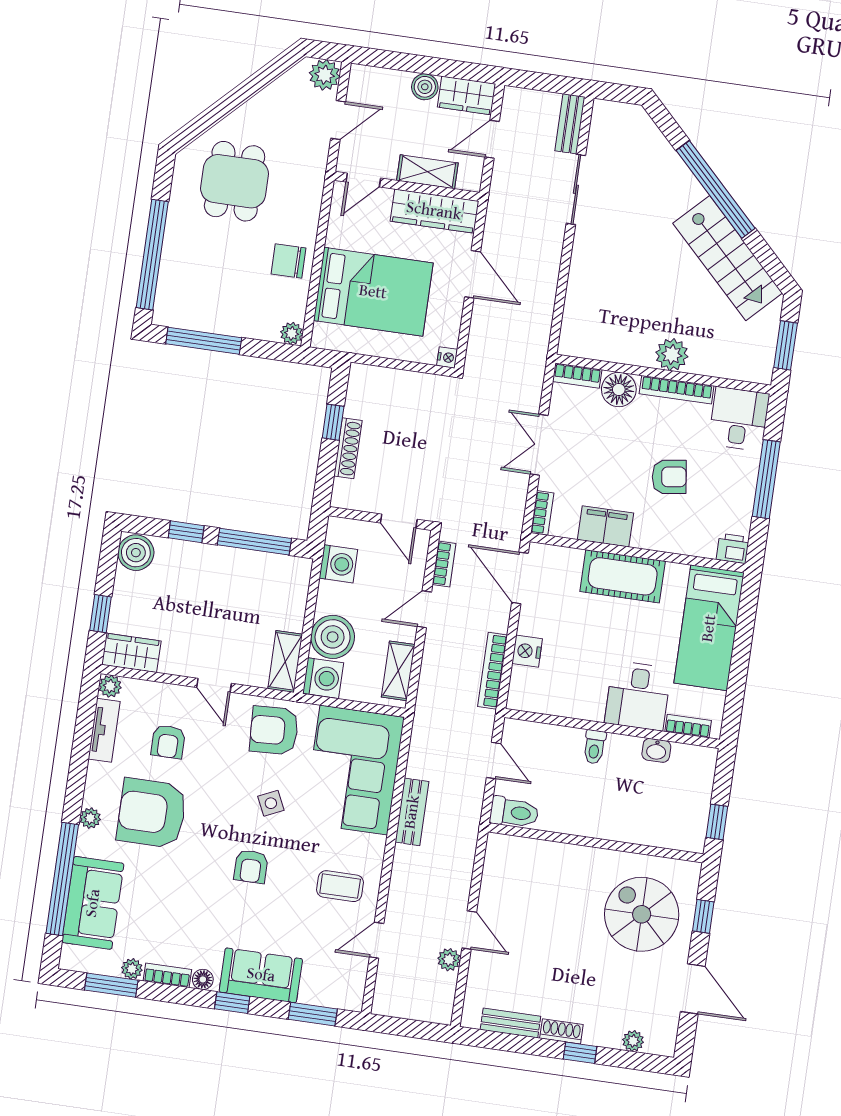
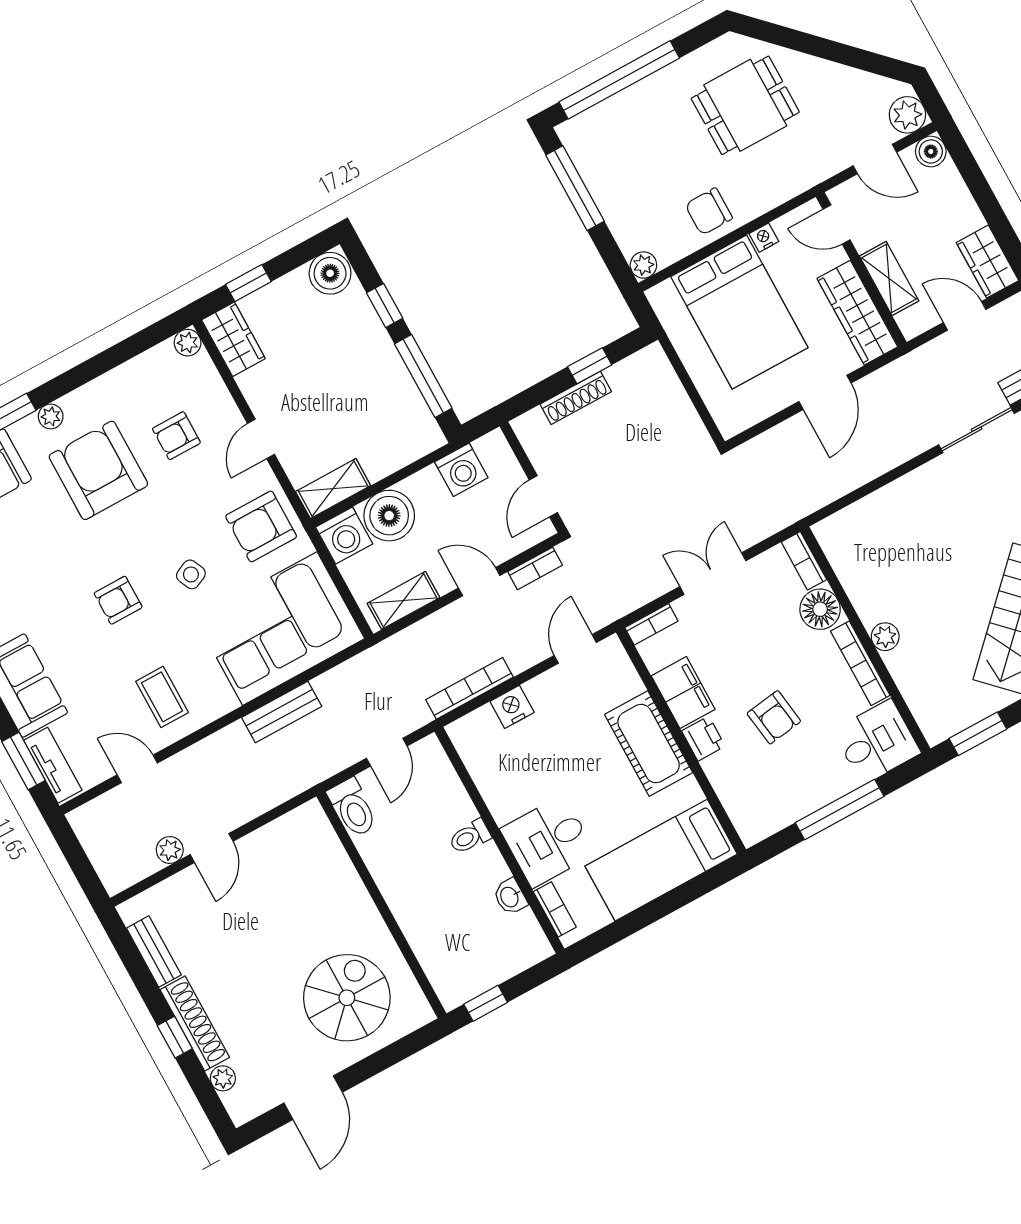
boiler: (425, 87) -> (931, 151), moved
chair: (289, 261) -> (709, 211), turned -90
plant: (672, 355) -> (885, 637), width x0.73, depth x0.73
nightstand: (447, 357) -> (764, 238), moved, turned 180
printer: (733, 549) -> (703, 739), moved
door: (520, 578) -> (575, 649), width x0.73
tv unit: (104, 730) -> (53, 765), moved, turned -90
armchair: (274, 730) -> (261, 526), turned -87
window: (703, 916) -> (388, 1057), removed
shoe rack: (561, 1031) -> (195, 1023), width x1.94, depth x1.24

